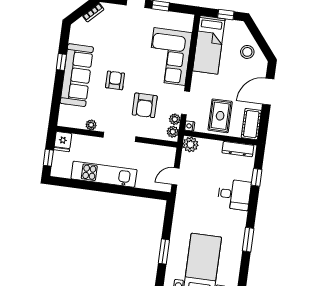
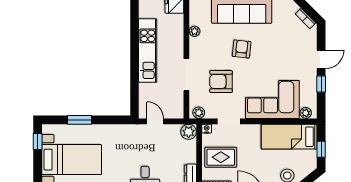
armchair: (115, 80) -> (242, 49), turned -84
plant: (175, 119) -> (306, 113), moved
doorway: (119, 137) -> (186, 75), moved

